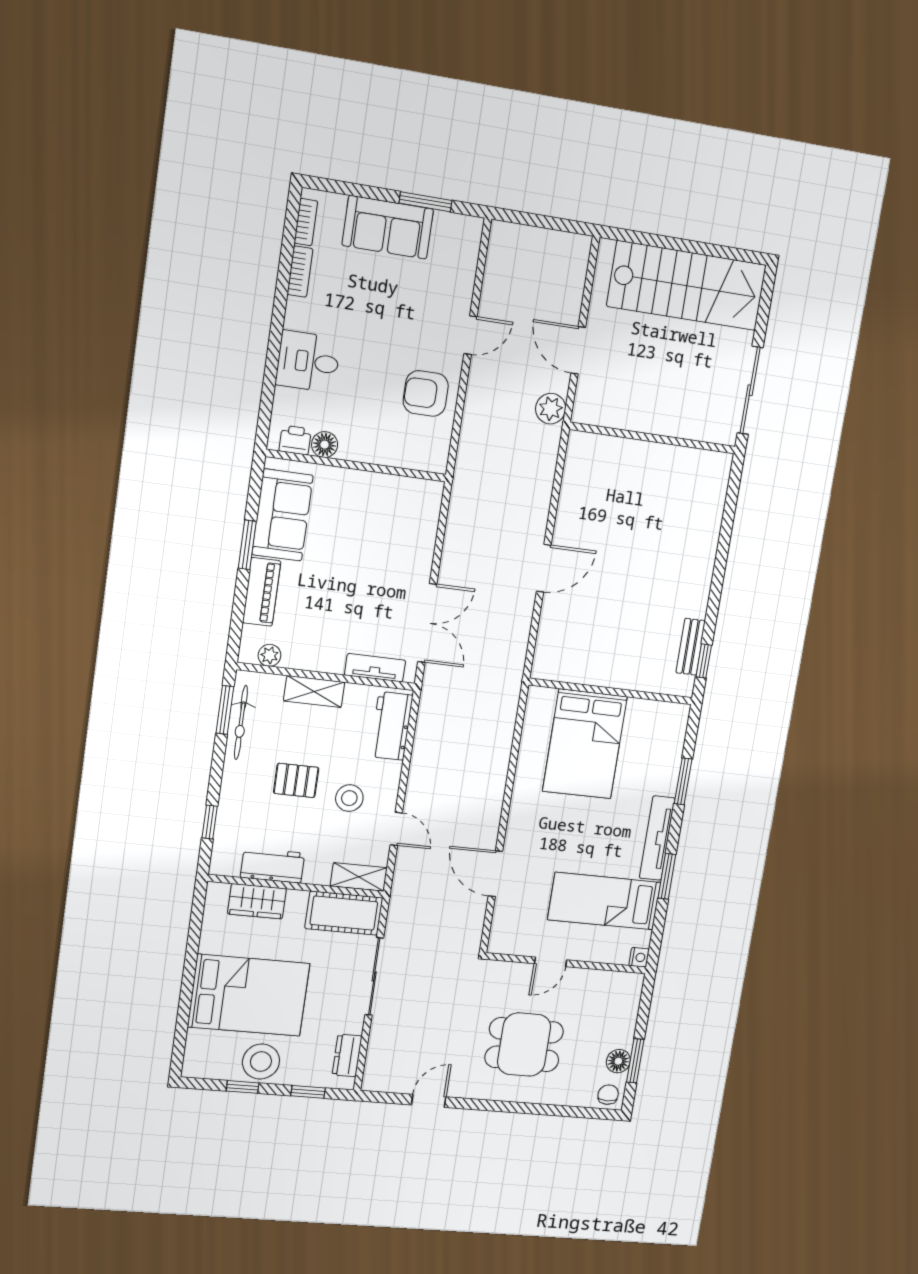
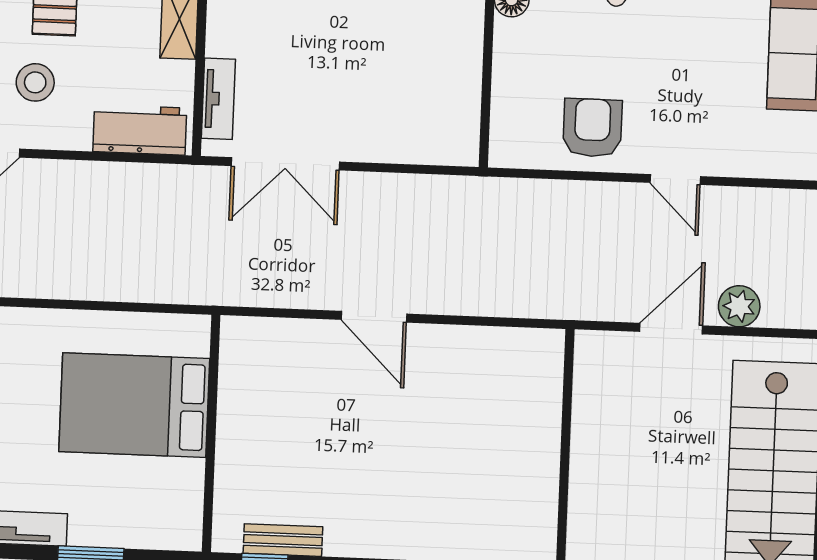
plant: (551, 409) -> (739, 306), moved

